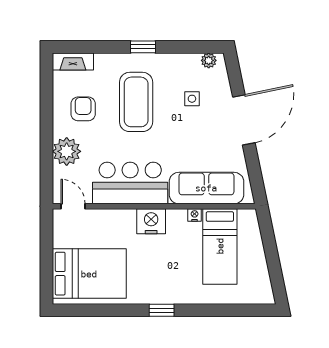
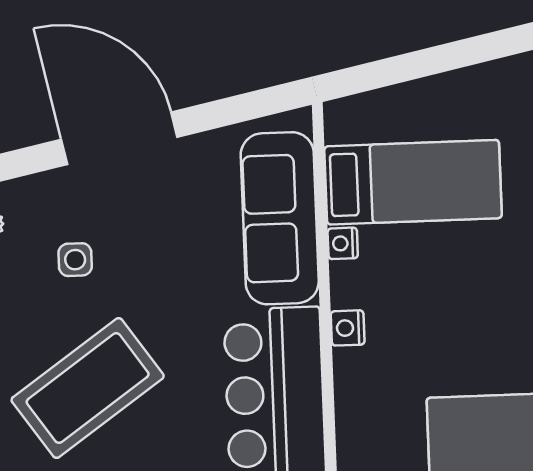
coffee table: (136, 102) -> (88, 388), turned -35
nightstand: (151, 221) -> (348, 328), width x0.53, depth x0.56

